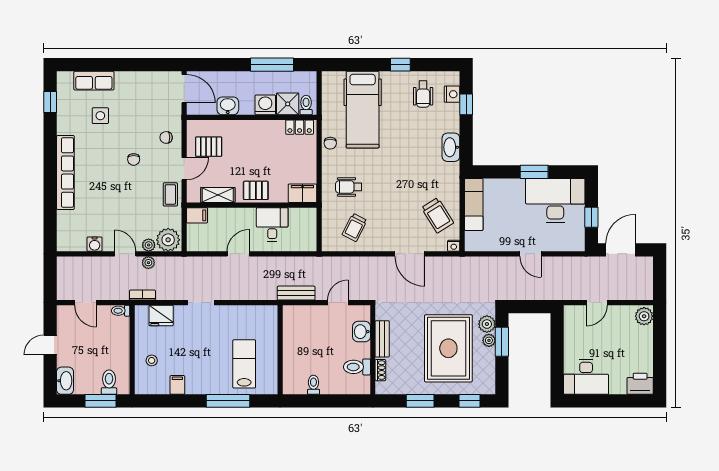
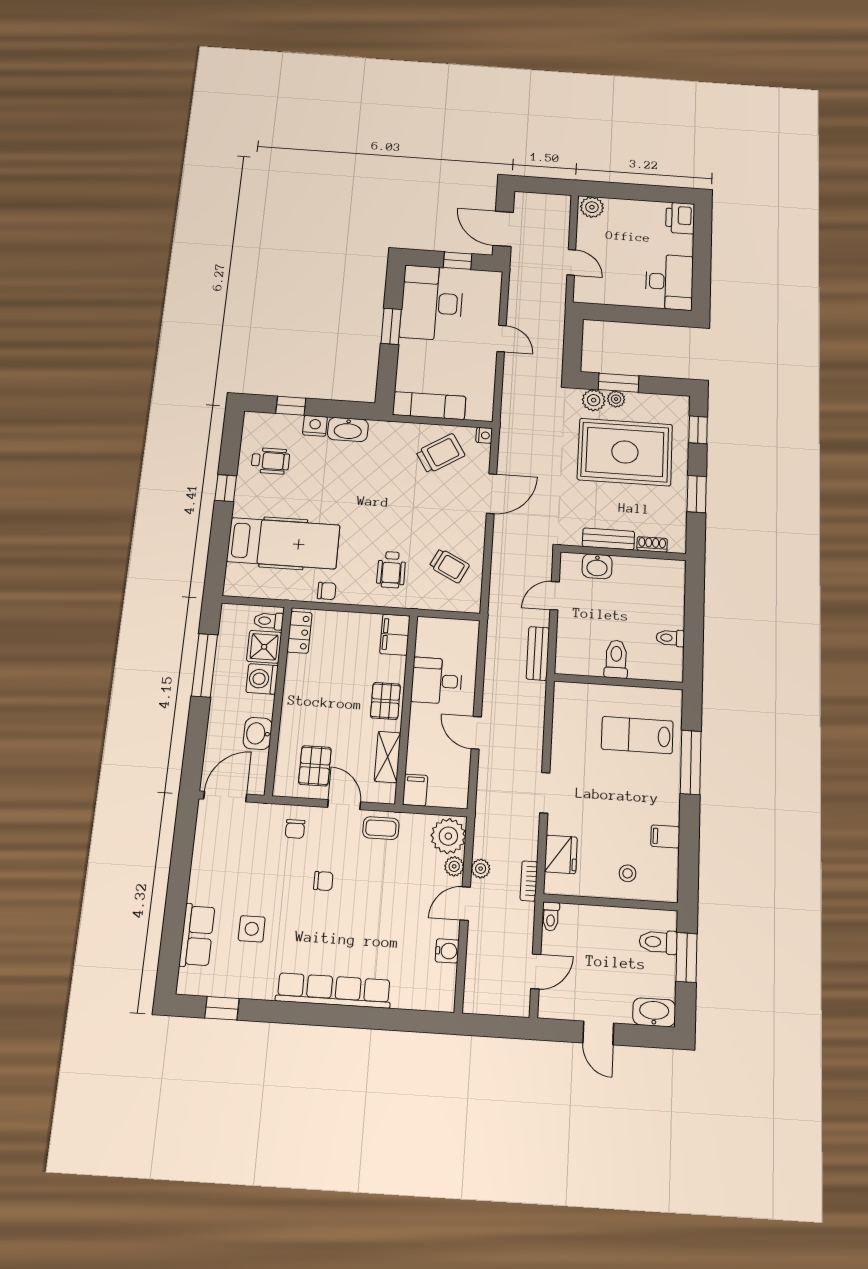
nightstand: (452, 94) -> (315, 426), moved
door: (531, 254) -> (502, 339), hinge flipped
door: (338, 303) -> (555, 596), hinge flipped
toilet: (357, 367) -> (616, 659), moved, turned 180

